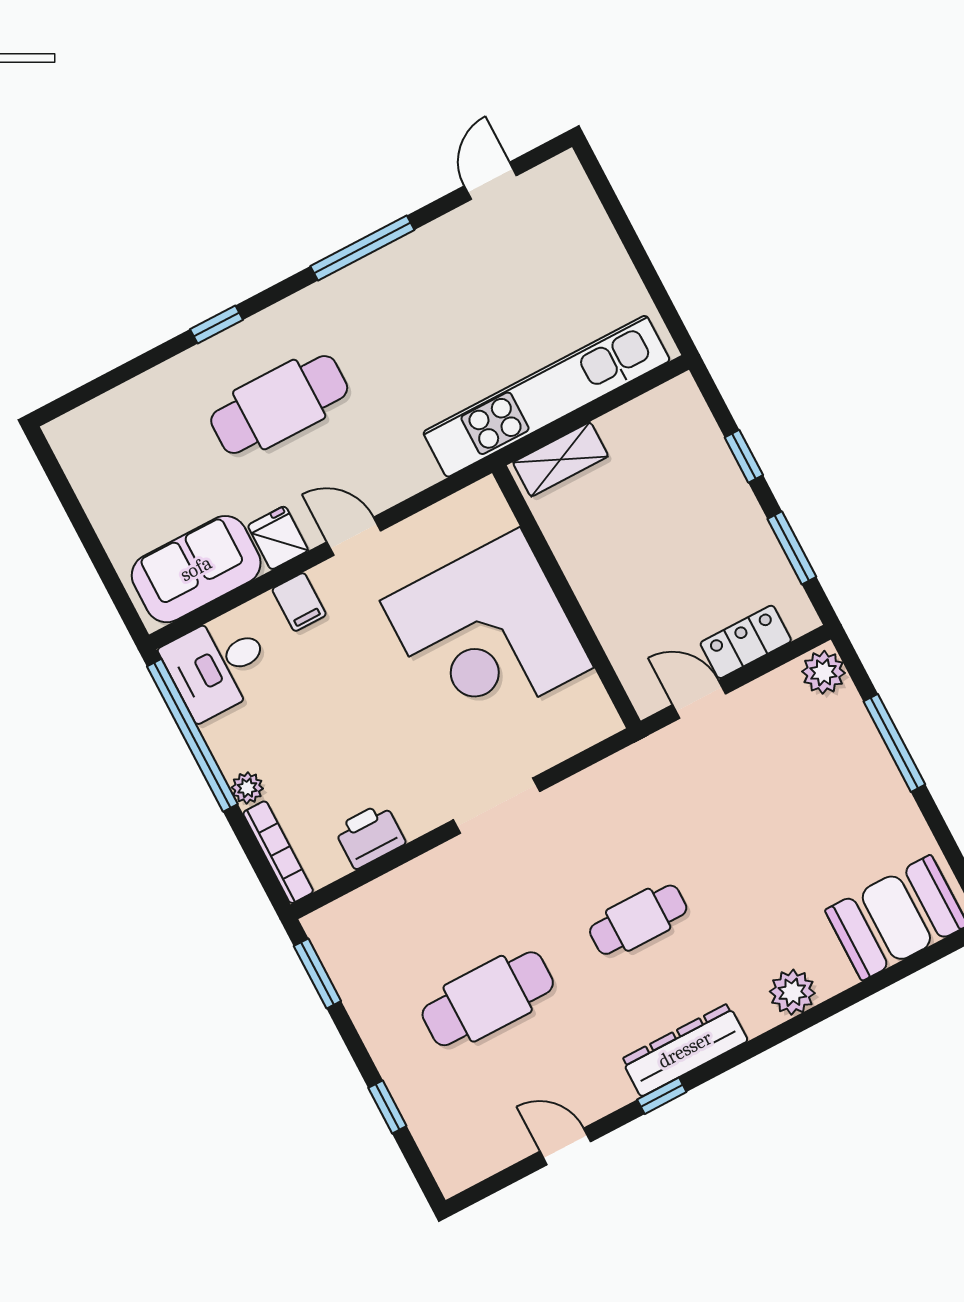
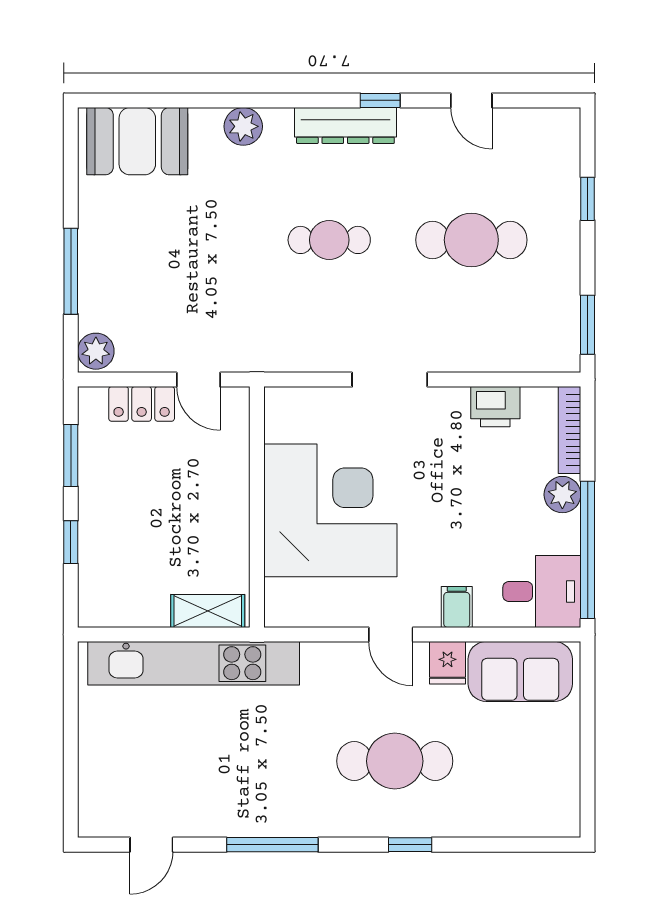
plant: (247, 788) -> (562, 495), width x1.38, depth x1.38

